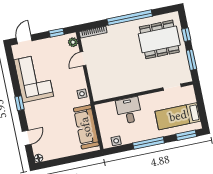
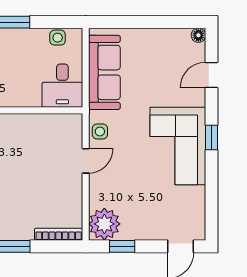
plant: (73, 42) -> (104, 224), width x1.88, depth x1.88
door: (83, 59) -> (86, 161), moved
corner sofa: (34, 78) -> (178, 146), moved
desk: (129, 110) -> (62, 86), moved

